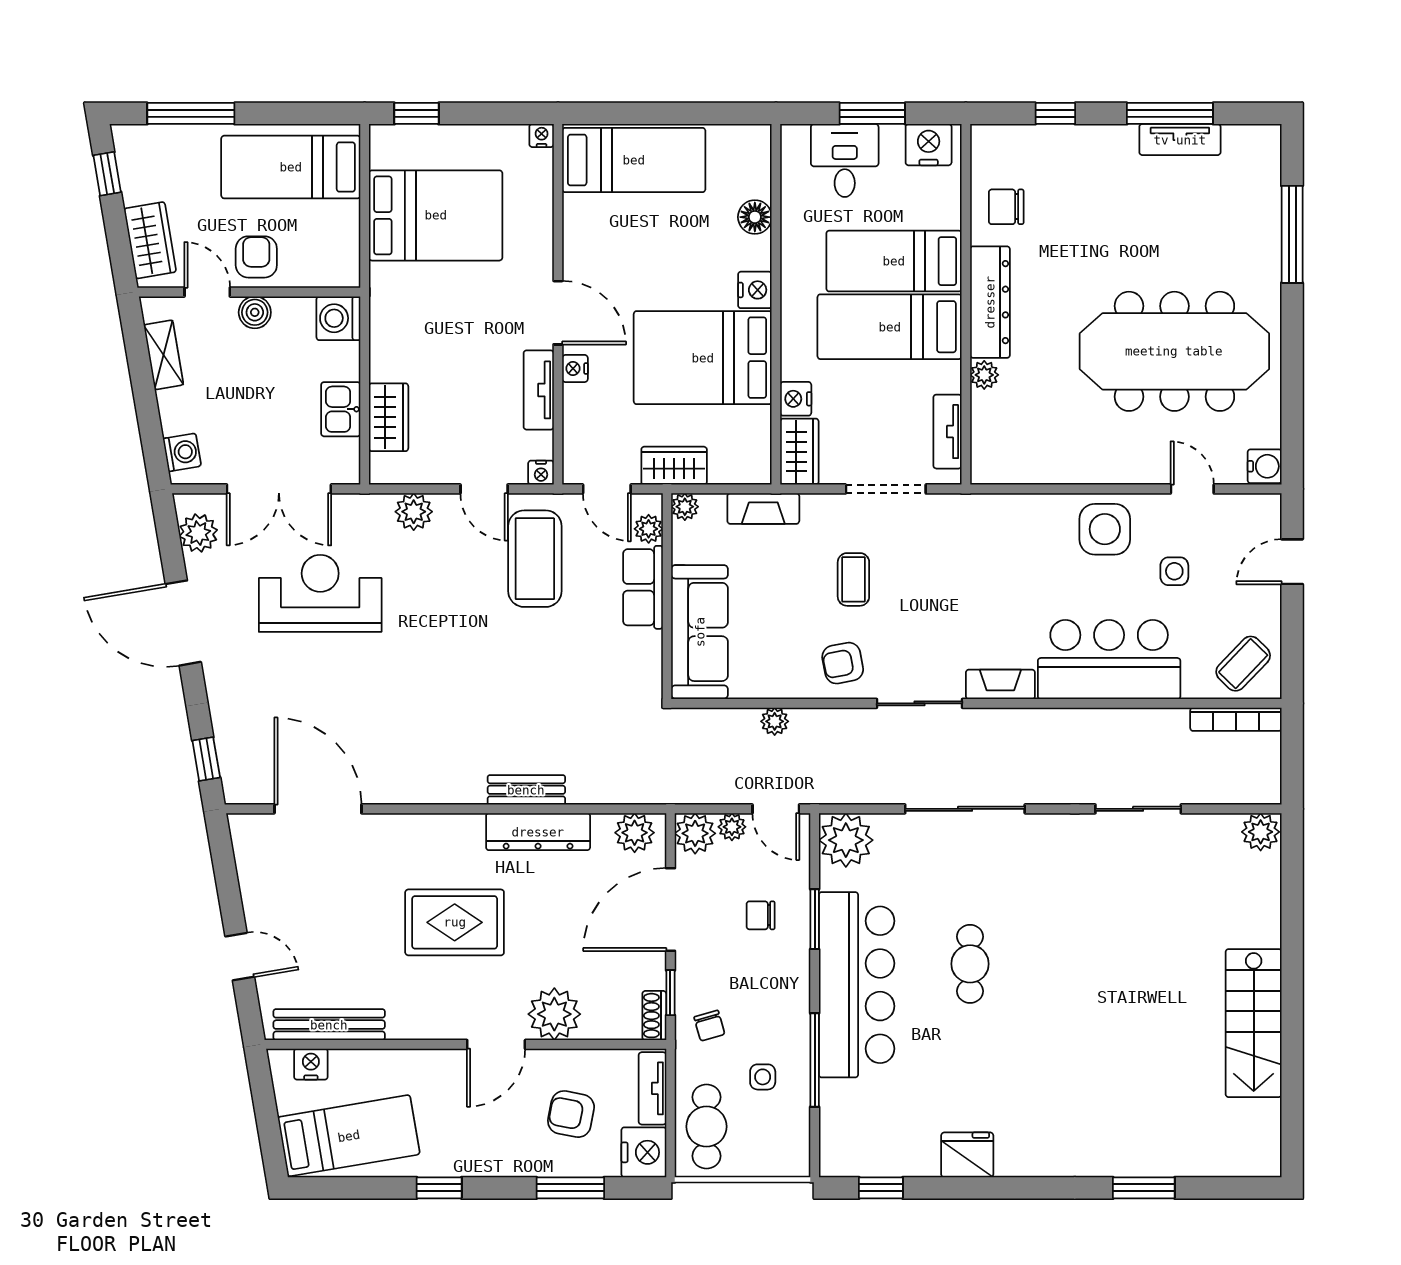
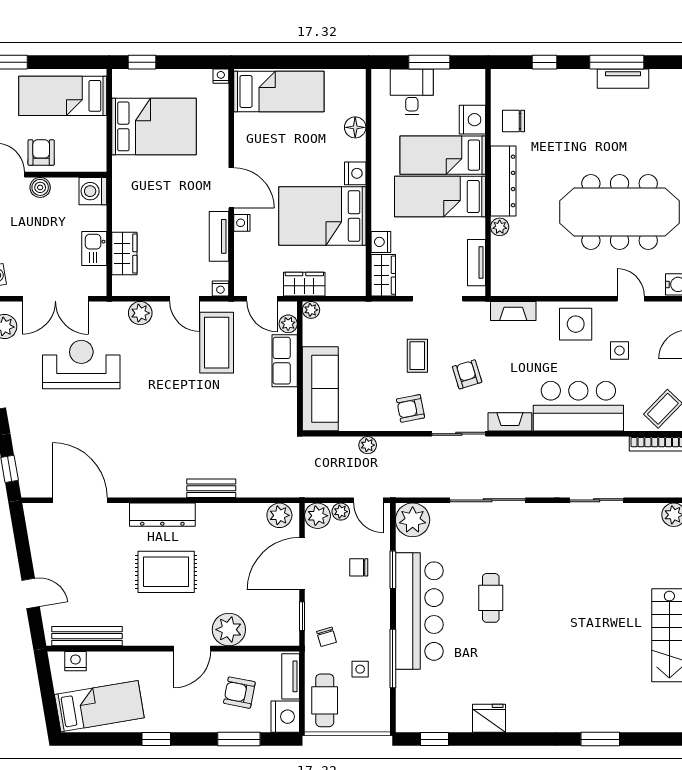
nightstand: (929, 145) -> (472, 120), moved, turned 90
fireplace: (763, 509) -> (513, 311), moved
armchair: (932, 609) -> (467, 374), added
dresser: (538, 832) -> (162, 515), moved
shoe rack: (654, 1016) -> (292, 630), removed

